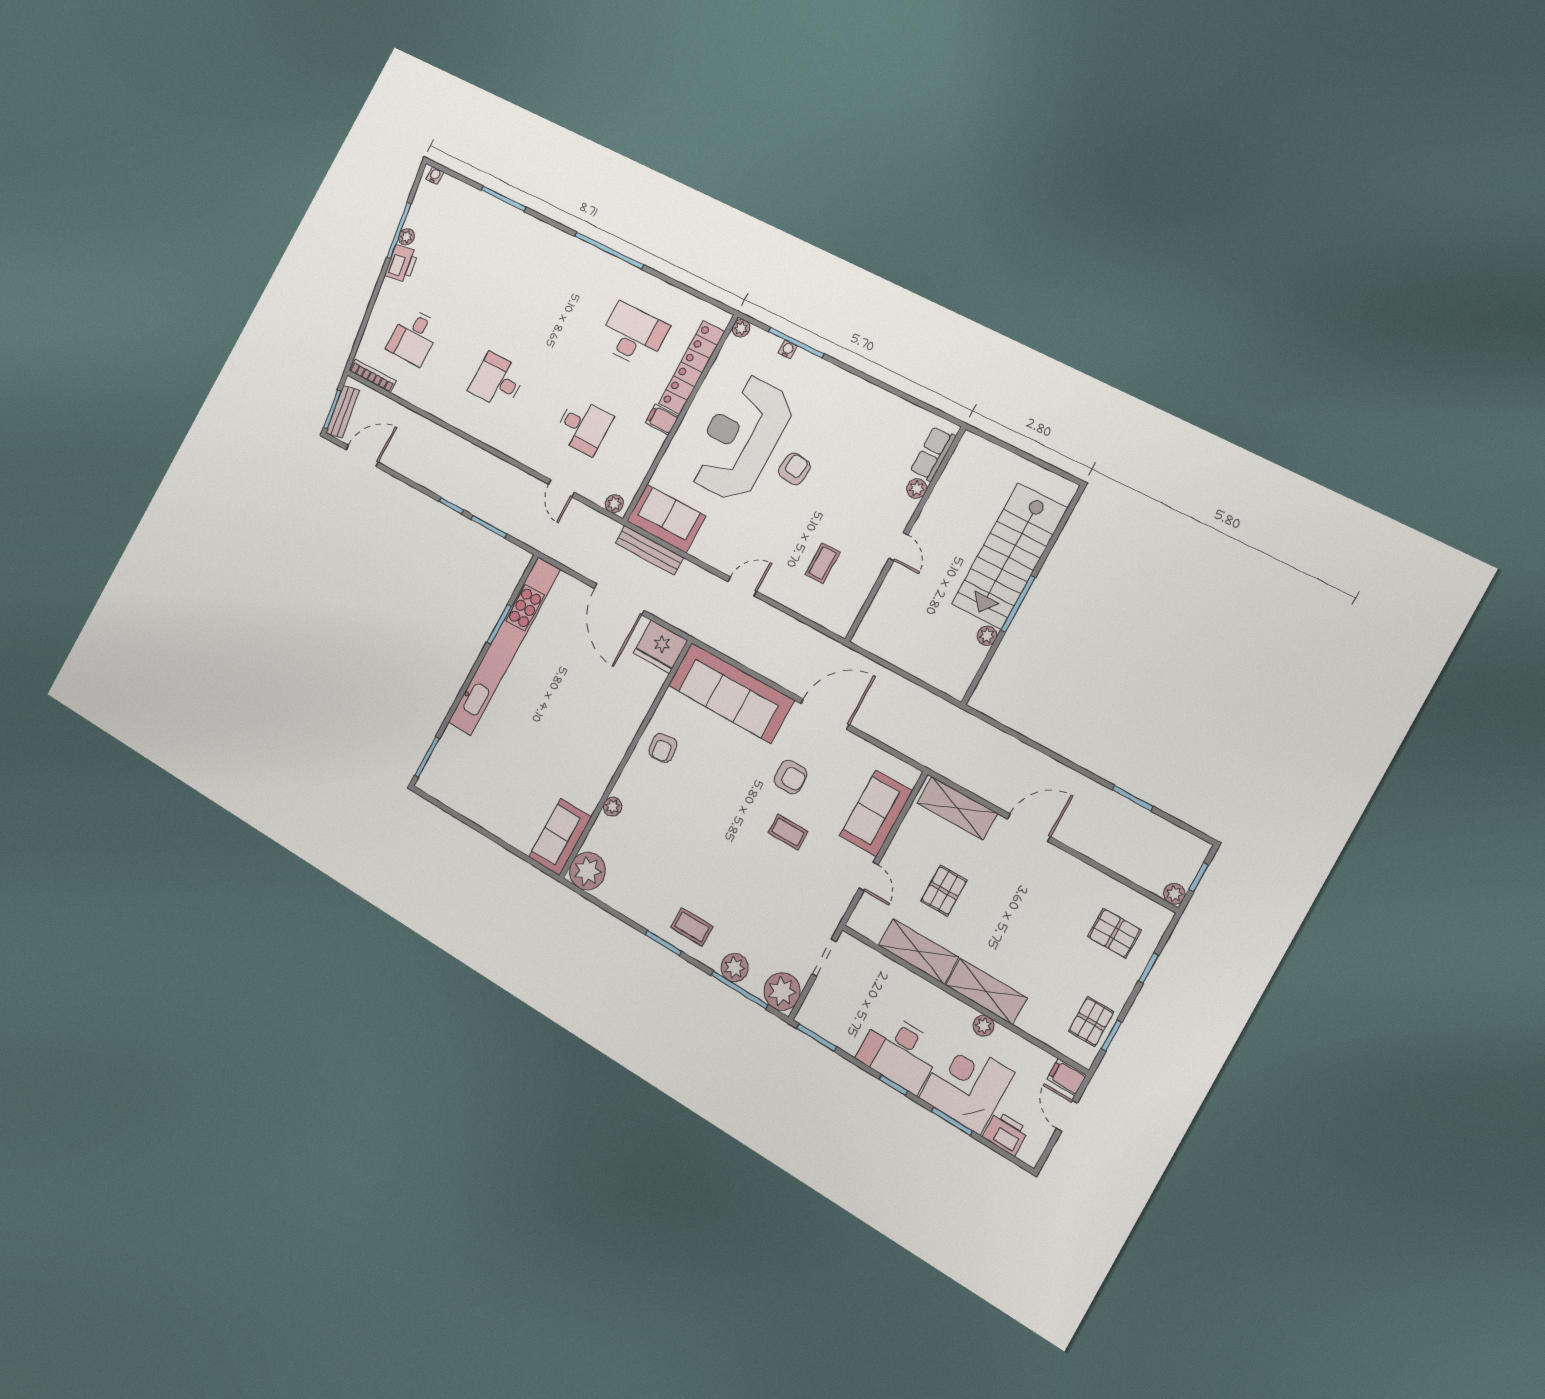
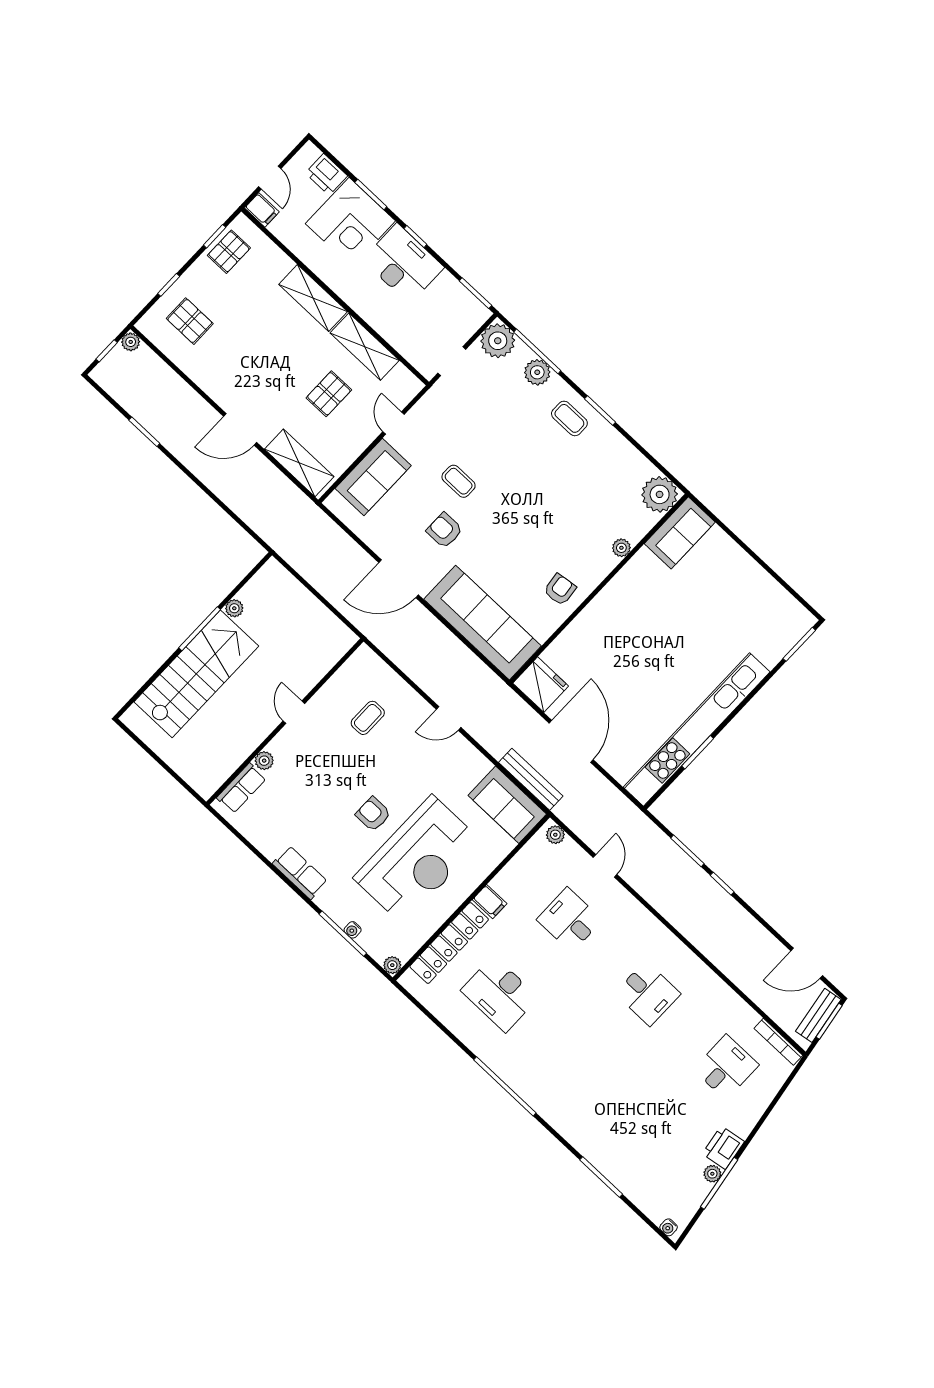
row of seats: (853, 388) -> (300, 873), added
armchair: (794, 469) -> (373, 814), turned 83
plant: (984, 1026) -> (323, 269), removed

